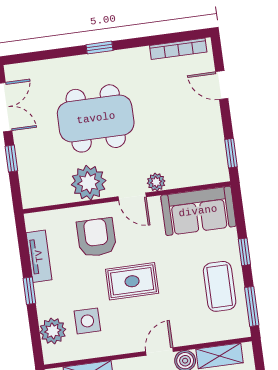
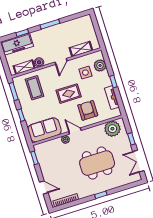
plant: (89, 183) -> (112, 129), moved
armchair: (96, 237) -> (88, 110), turned 180
coffee table: (220, 286) -> (35, 88), moved
door: (159, 351) -> (61, 61), moved

